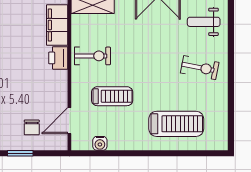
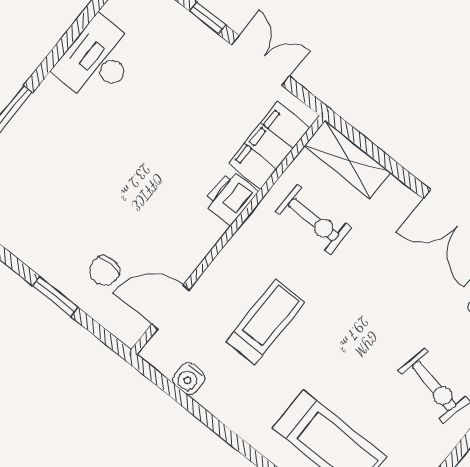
exercise bike: (92, 56) -> (313, 220), moved
treadmill: (112, 96) -> (265, 322), turned -90

